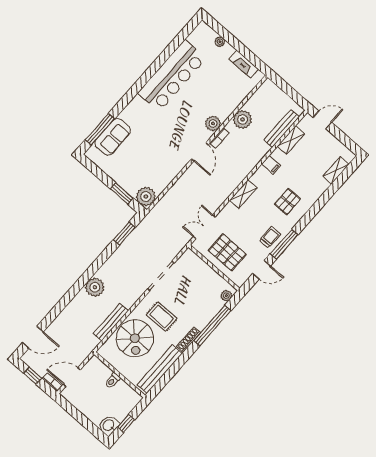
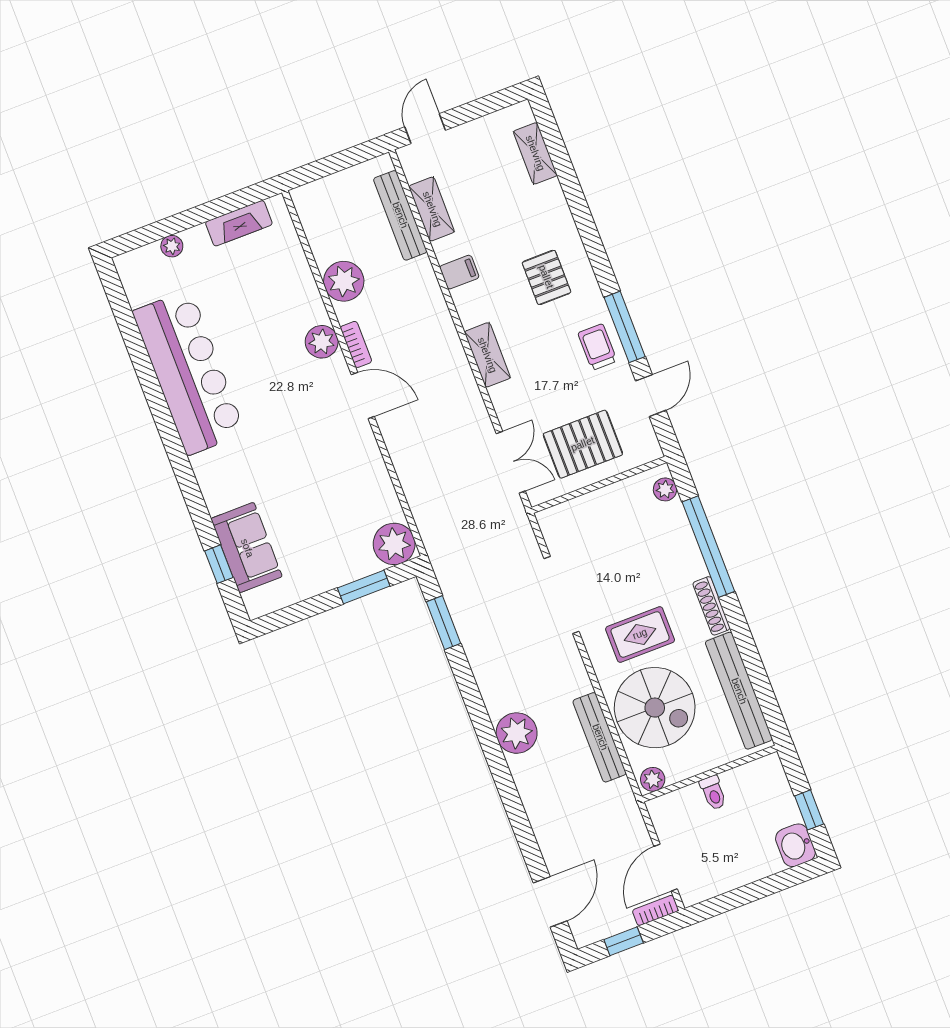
window: (100, 129) -> (219, 564), width x0.46
double door: (204, 227) -> (511, 462), swing flipped
plant: (105, 353) -> (653, 779), added

